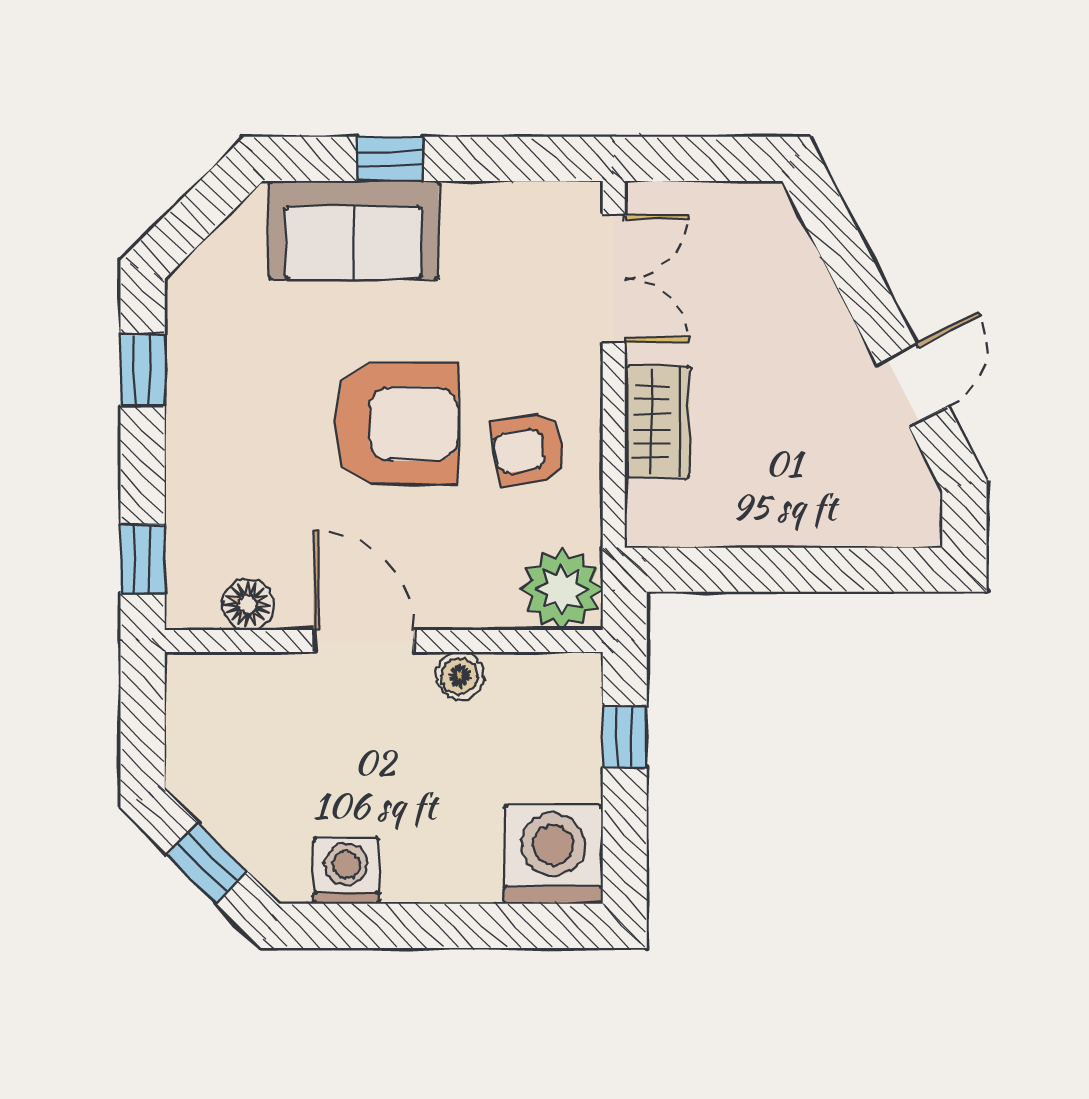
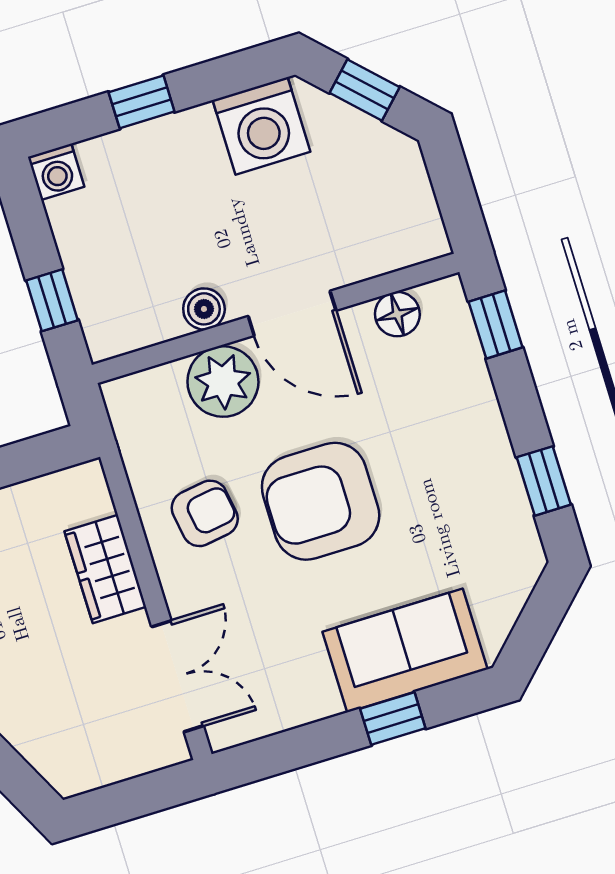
double door: (614, 279) -> (178, 676), swing flipped
plant: (562, 589) -> (223, 382), moved
washing machine: (553, 854) -> (56, 172), width x0.53, depth x0.53
washing machine: (346, 871) -> (261, 126), width x1.37, depth x1.37
window: (458, 926) -> (142, 102), added

